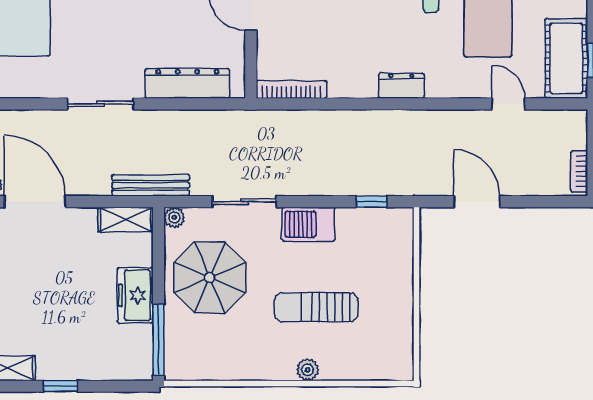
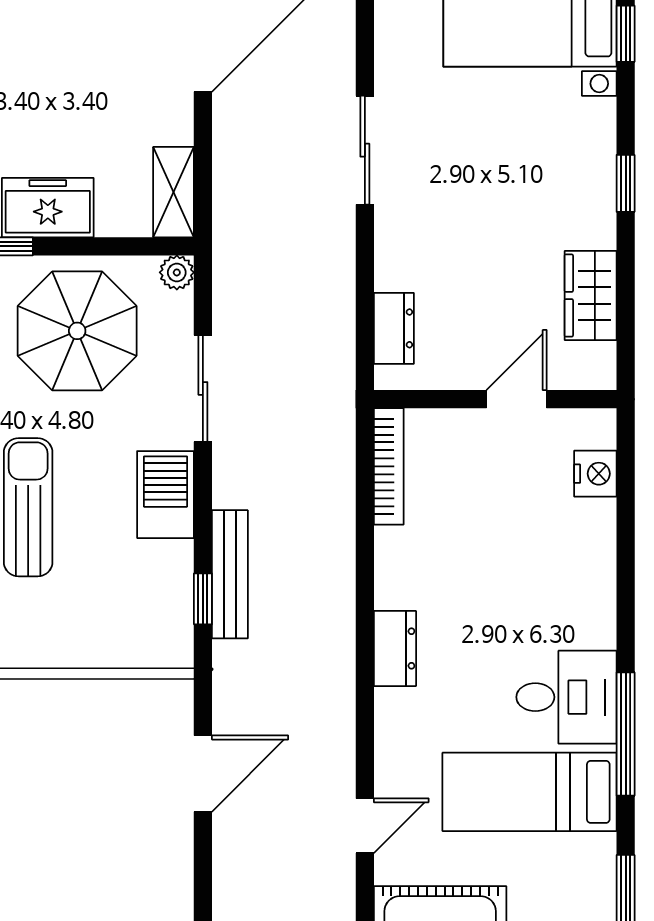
dresser: (187, 83) -> (394, 328), width x0.51, depth x0.80
bench: (151, 185) -> (230, 574), moved

